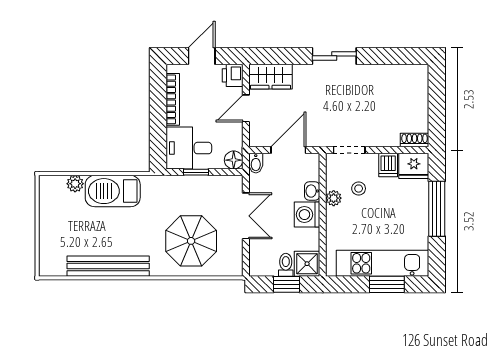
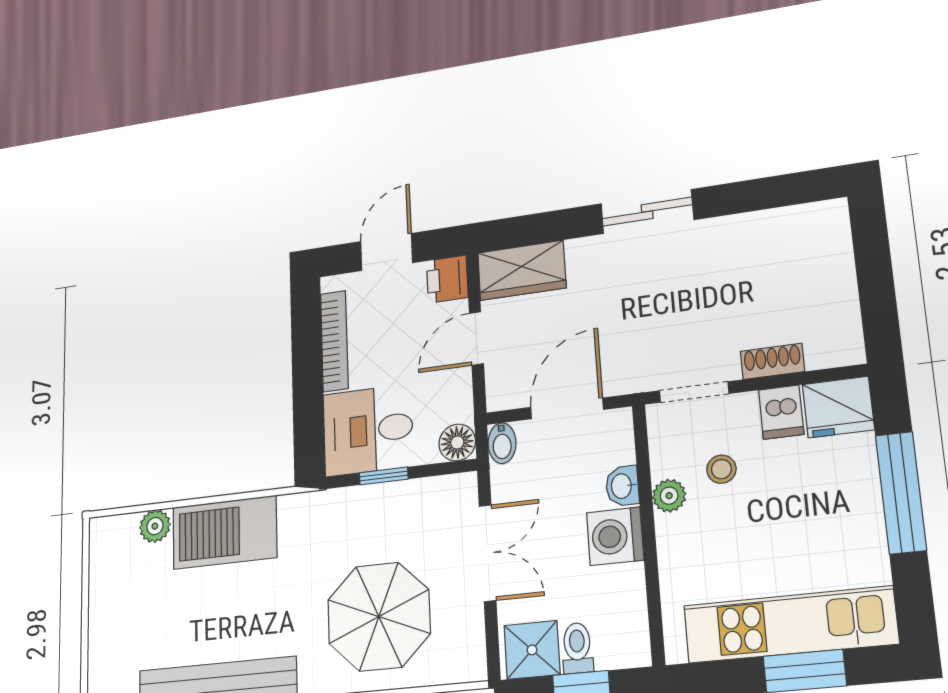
shoe rack: (415, 140) -> (772, 361), moved
shower: (307, 264) -> (532, 650), moved

